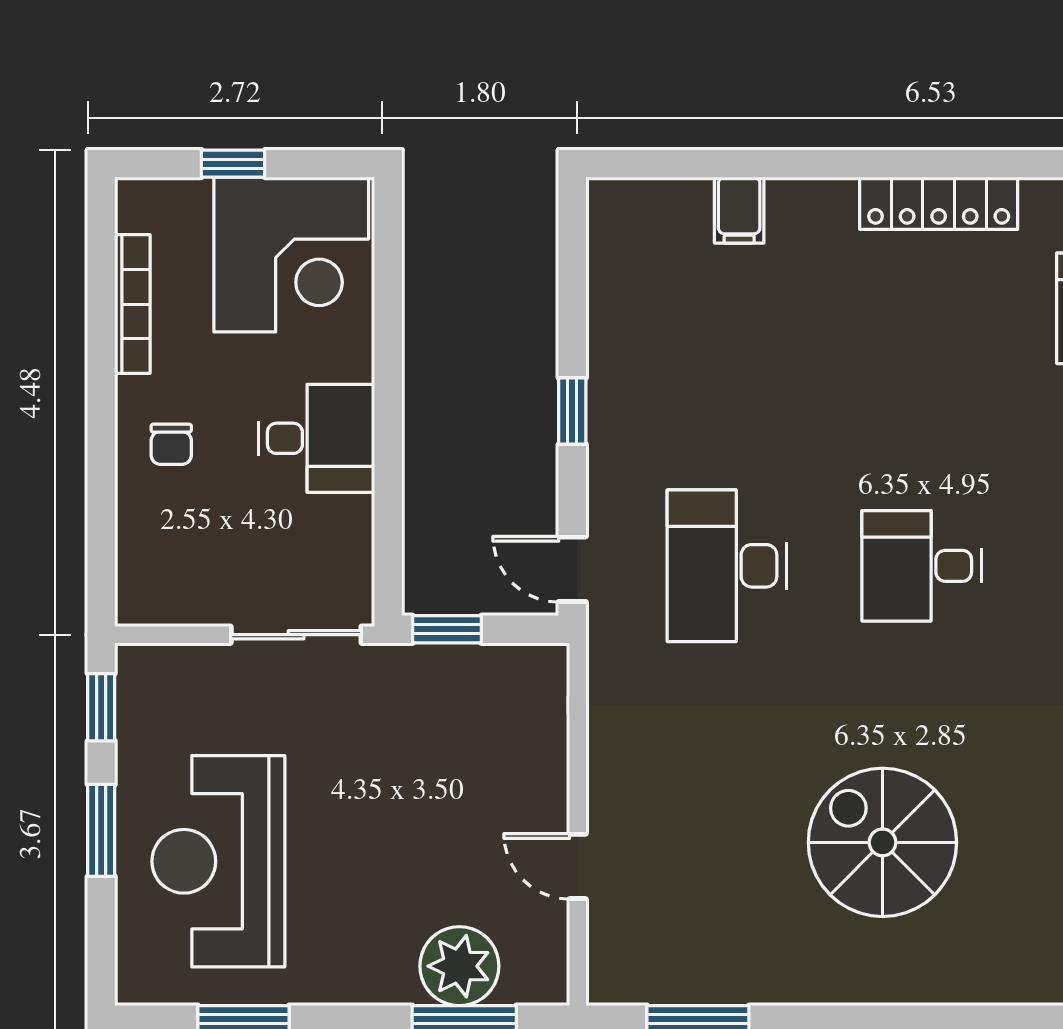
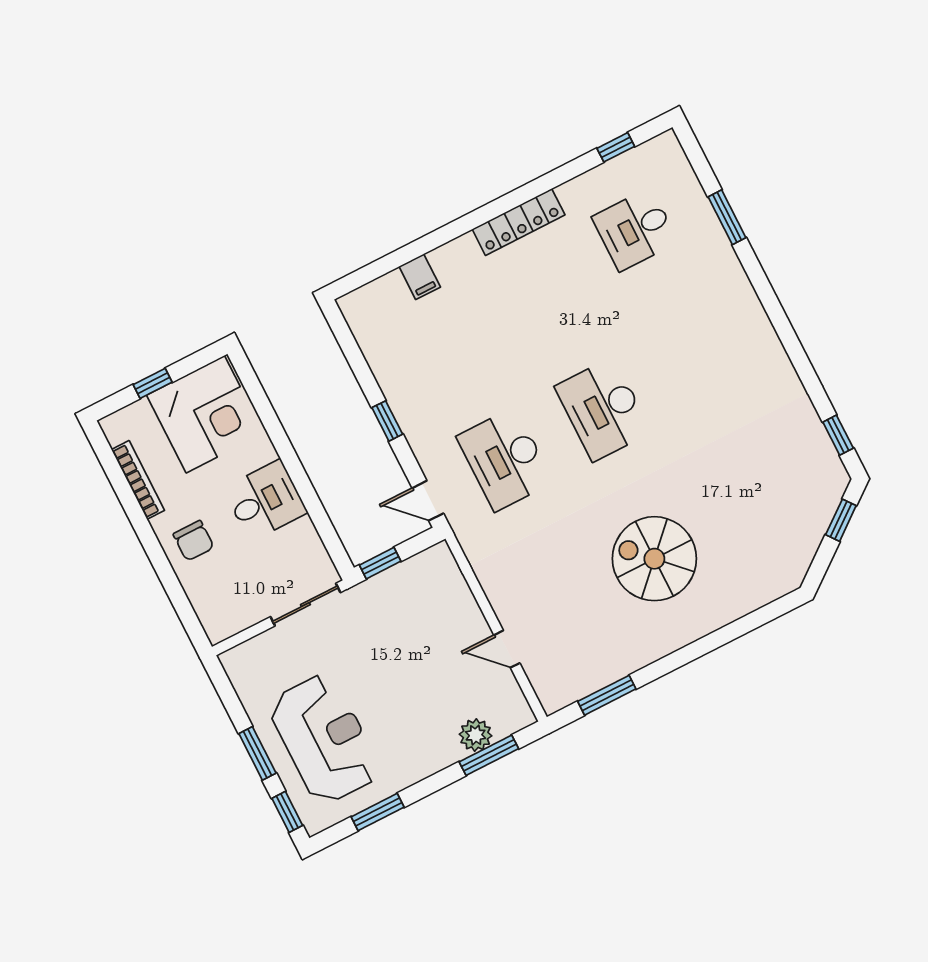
chair: (171, 444) -> (194, 541), width x1.37, depth x1.37
desk: (922, 566) -> (603, 409), width x1.37
window: (101, 707) -> (287, 812), moved
reception desk: (218, 861) -> (324, 739), turned 180
plant: (459, 966) -> (476, 735), width x0.73, depth x0.73

